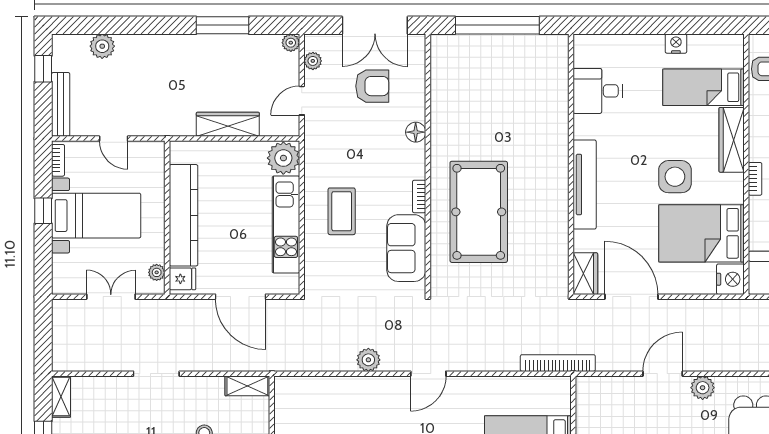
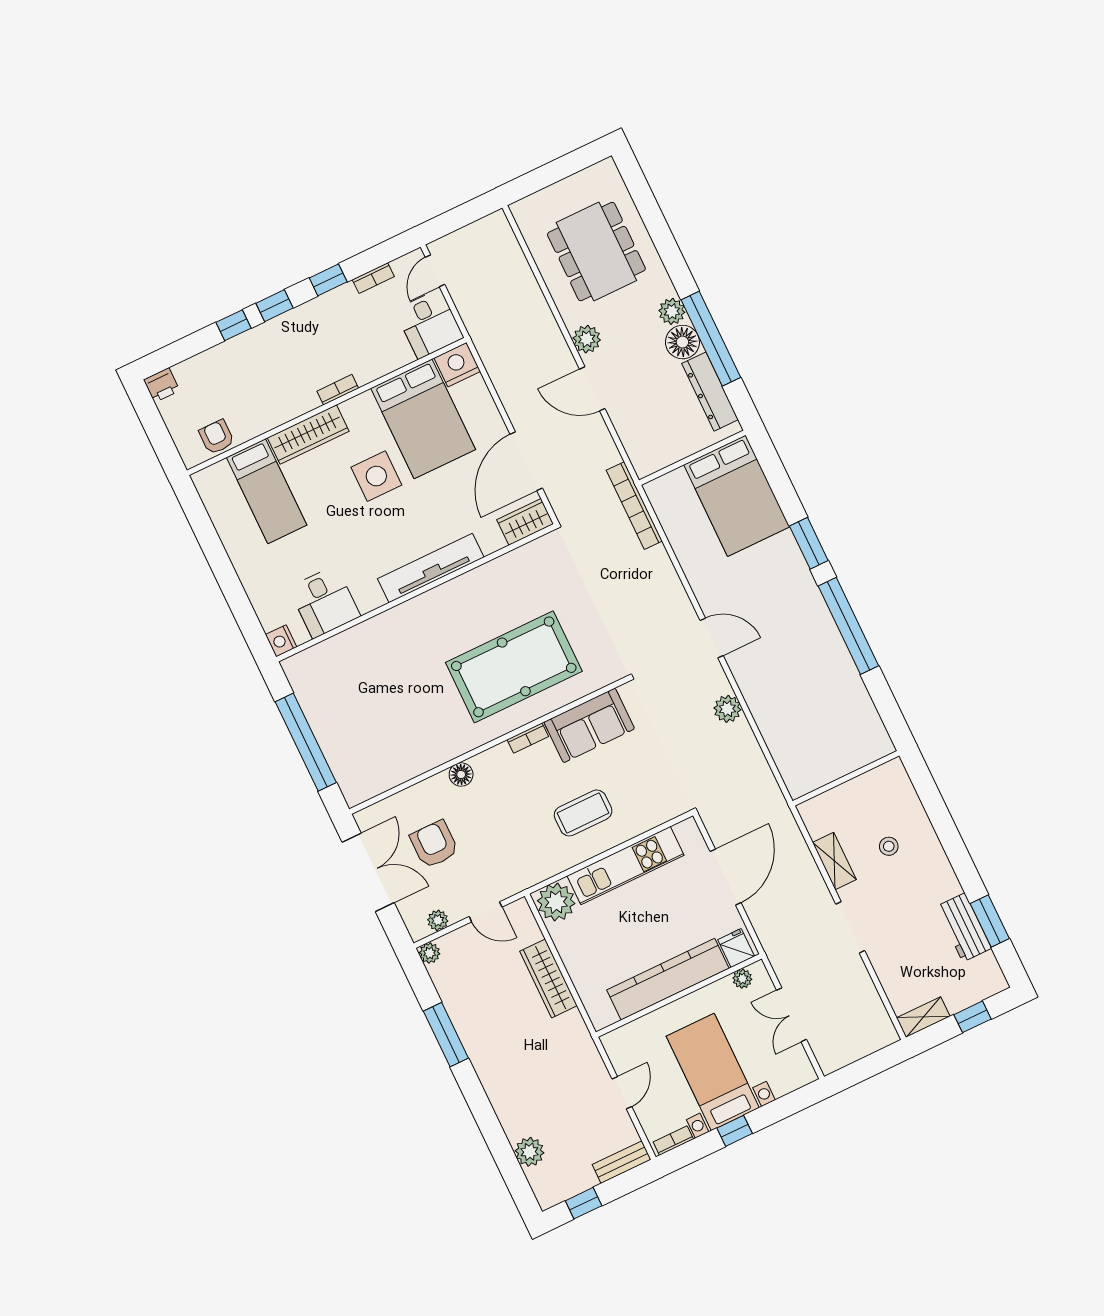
nightstand: (676, 44) -> (281, 641), moved
bench: (61, 104) -> (622, 1162), width x0.73
shelving: (247, 386) -> (834, 861), moved

